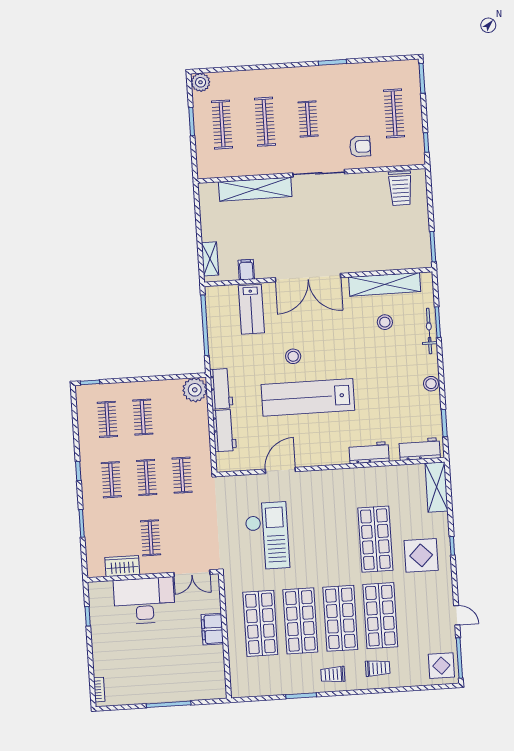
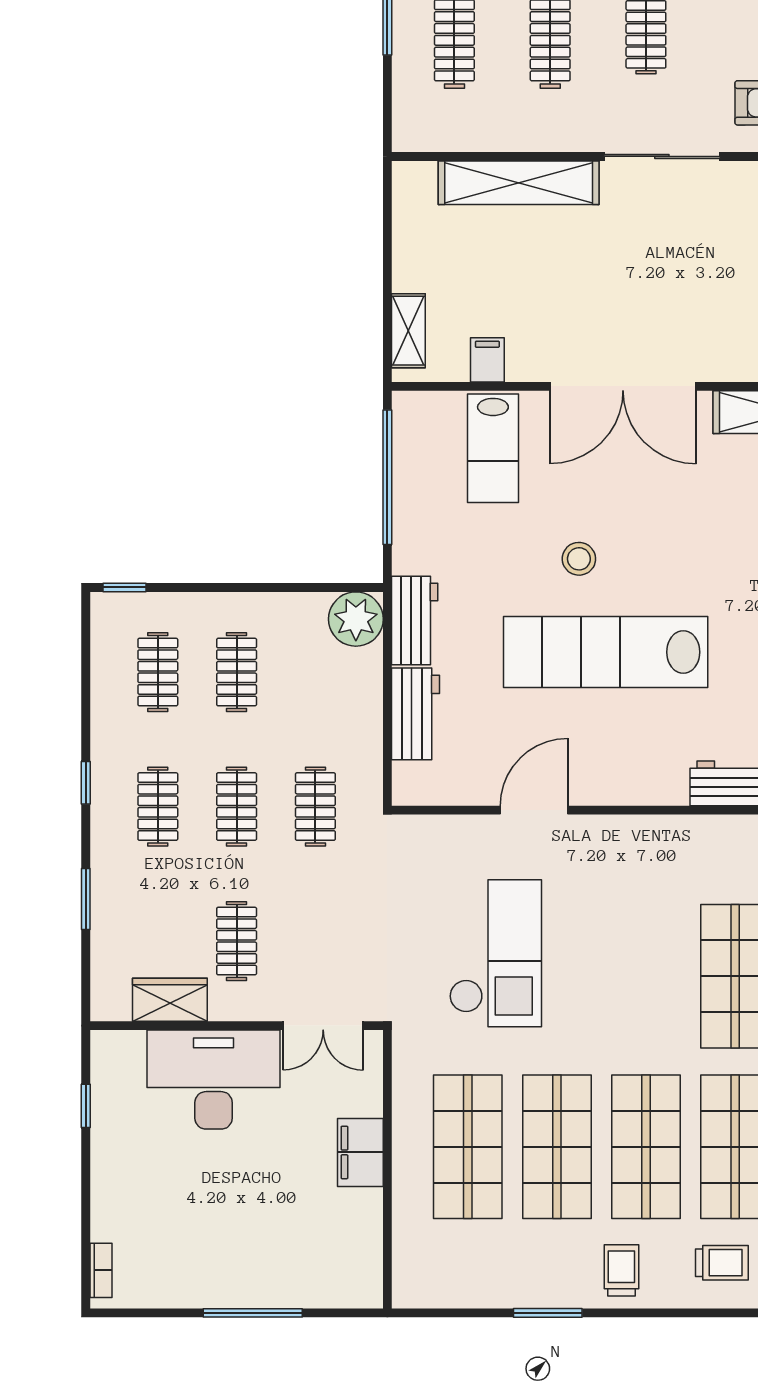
trolley: (333, 674) -> (621, 1270), turned 90

